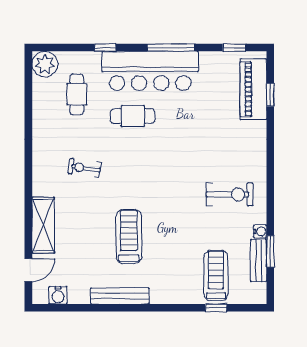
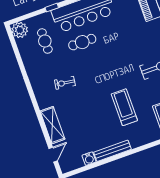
treadmill: (129, 236) -> (124, 107), moved
water cooler: (58, 295) -> (89, 159), moved

